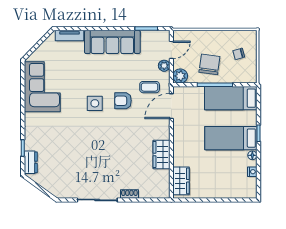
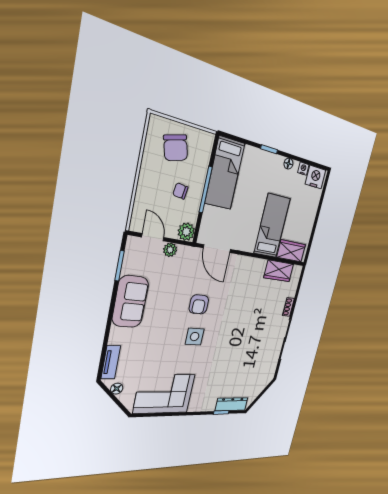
sofa: (112, 42) -> (130, 302), width x0.73
floor lamp: (47, 44) -> (117, 389), added
chair: (239, 54) -> (176, 148), width x1.87, depth x1.87
chair: (209, 64) -> (180, 191), width x0.54, depth x0.54
coffee table: (150, 87) -> (191, 271), removed
bed: (231, 138) -> (272, 226), moved, turned 180
wardrobe: (161, 154) -> (279, 271), moved
dresser: (31, 162) -> (232, 404), width x1.44
nightstand: (249, 187) -> (315, 177), added

